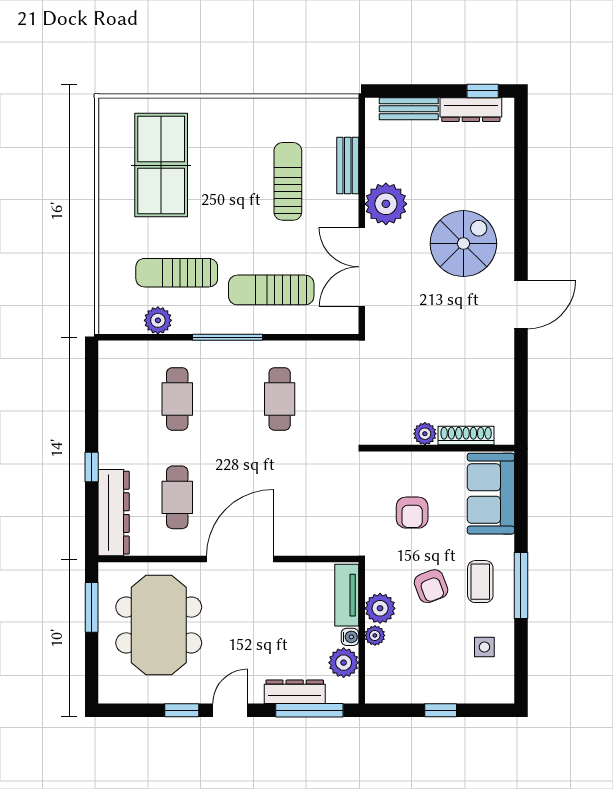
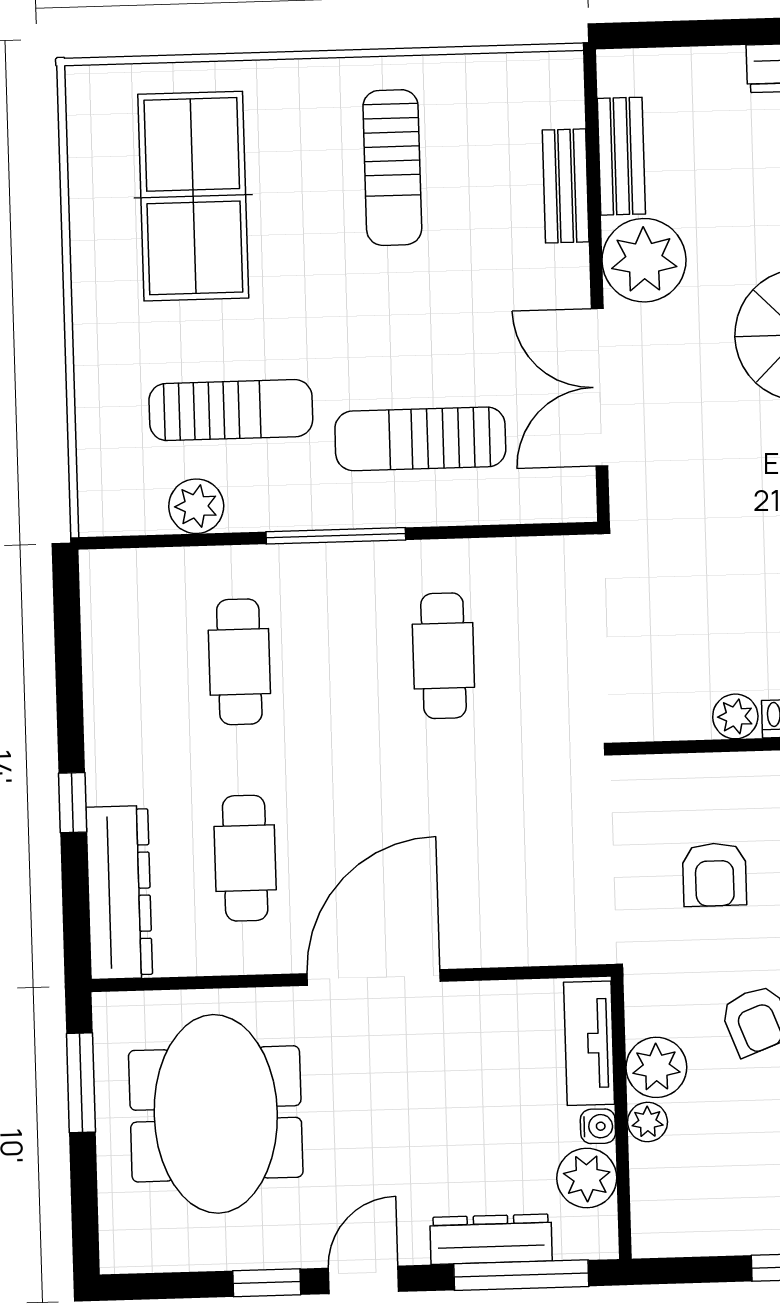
bench: (409, 109) -> (621, 156), moved, turned 90
sun lounger: (288, 181) -> (392, 168), moved, turned 180
sun lounger: (177, 273) -> (231, 410), turned 180

